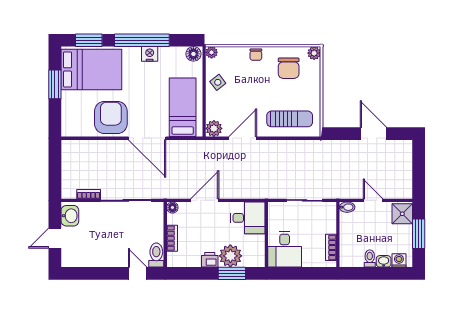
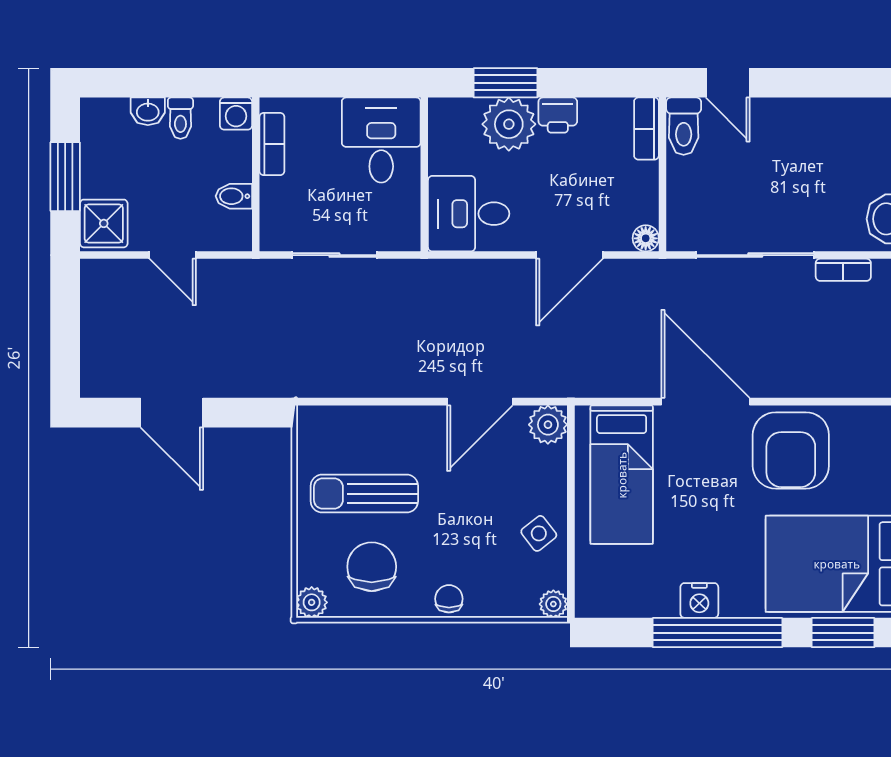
floor lamp: (193, 54) -> (596, 600), removed
sun lounger: (290, 119) -> (364, 494), moved
bidet: (347, 207) -> (234, 196), moved
bookcase: (172, 238) -> (646, 129), moved
washing machine: (399, 260) -> (236, 114), moved

